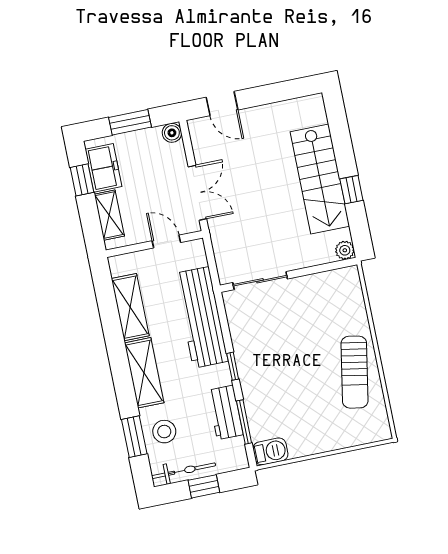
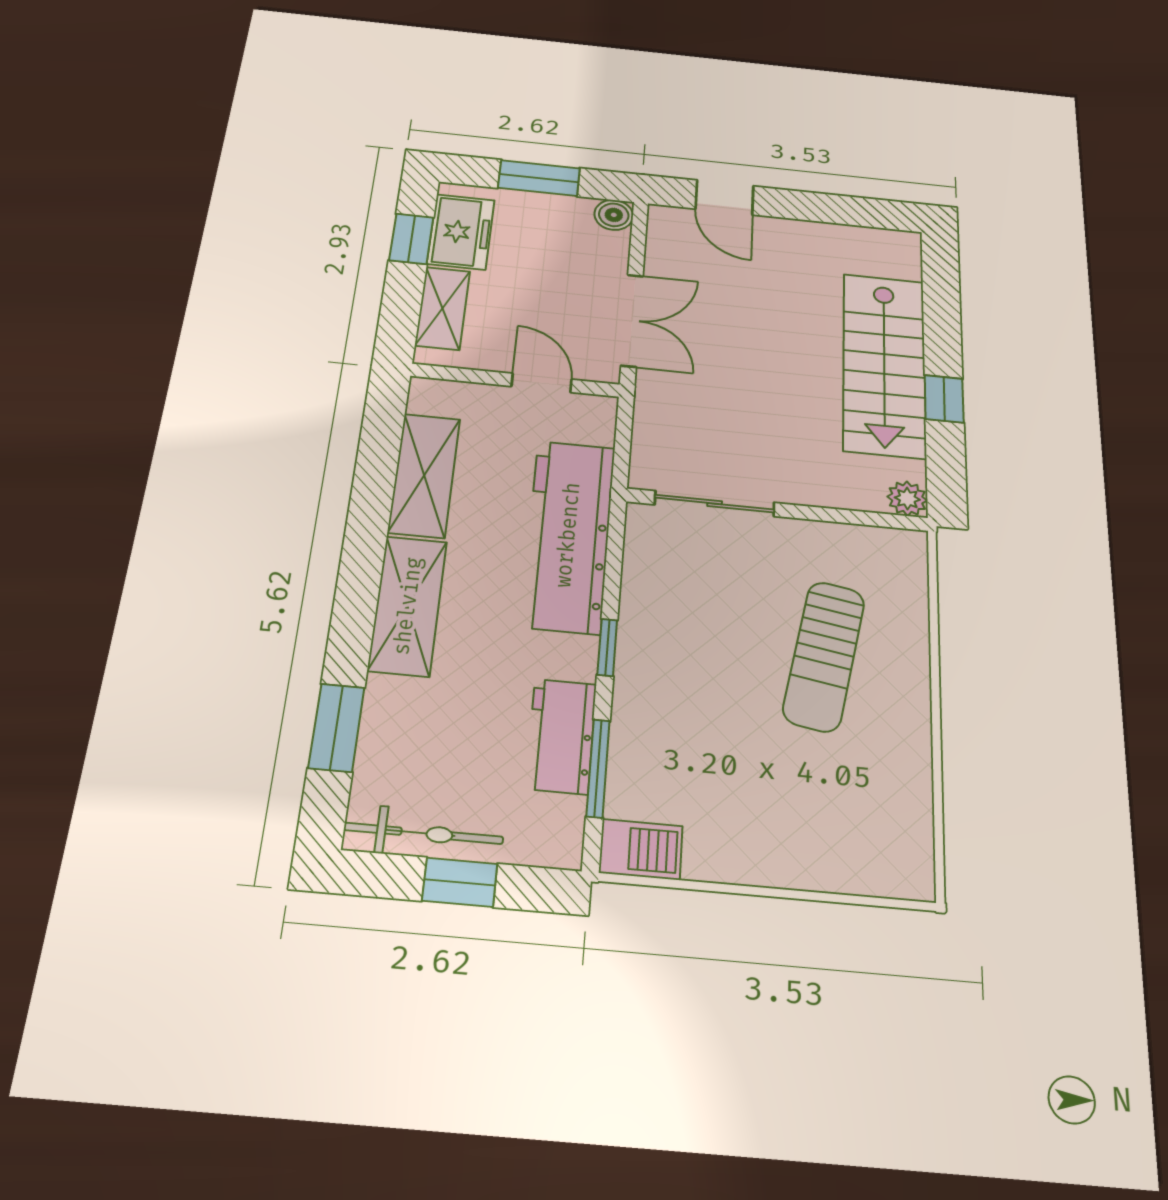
sun lounger: (354, 372) -> (824, 656), moved
stool: (164, 432) -> (409, 736), removed

